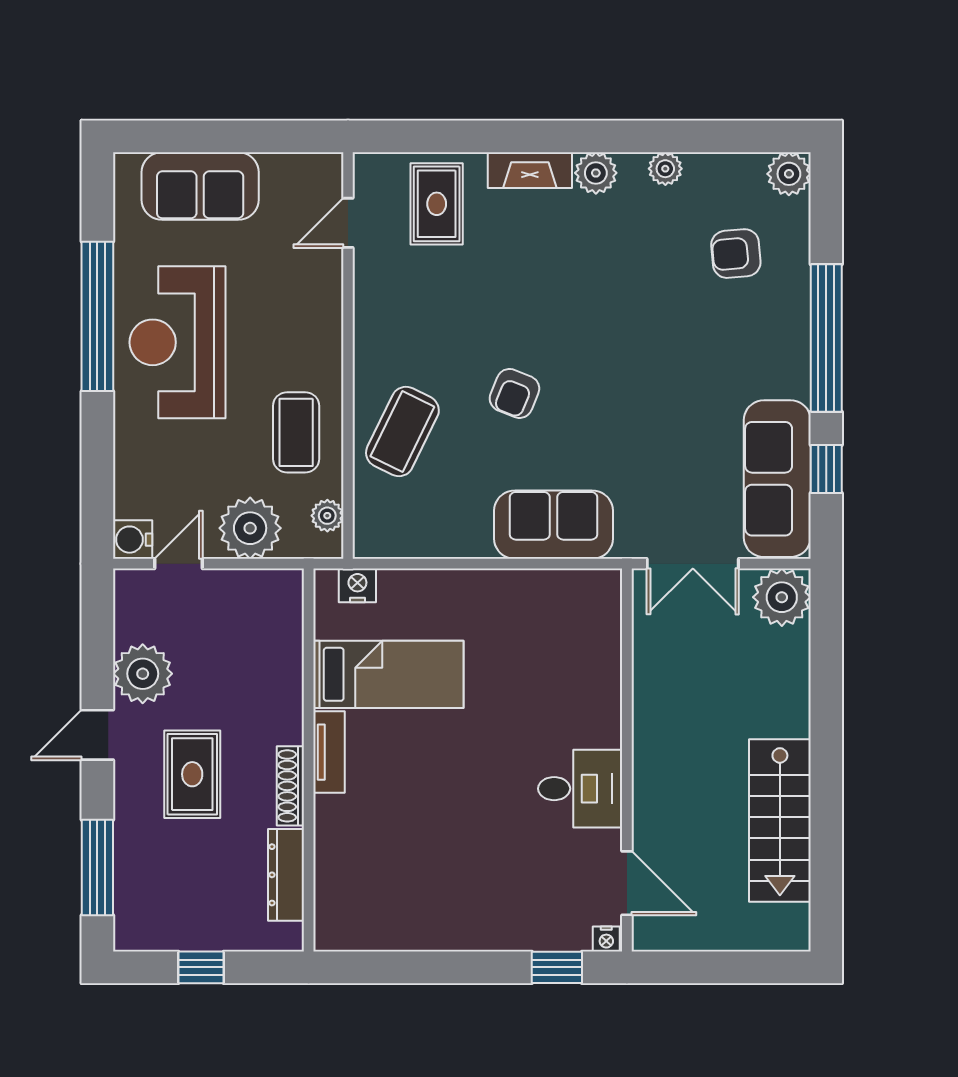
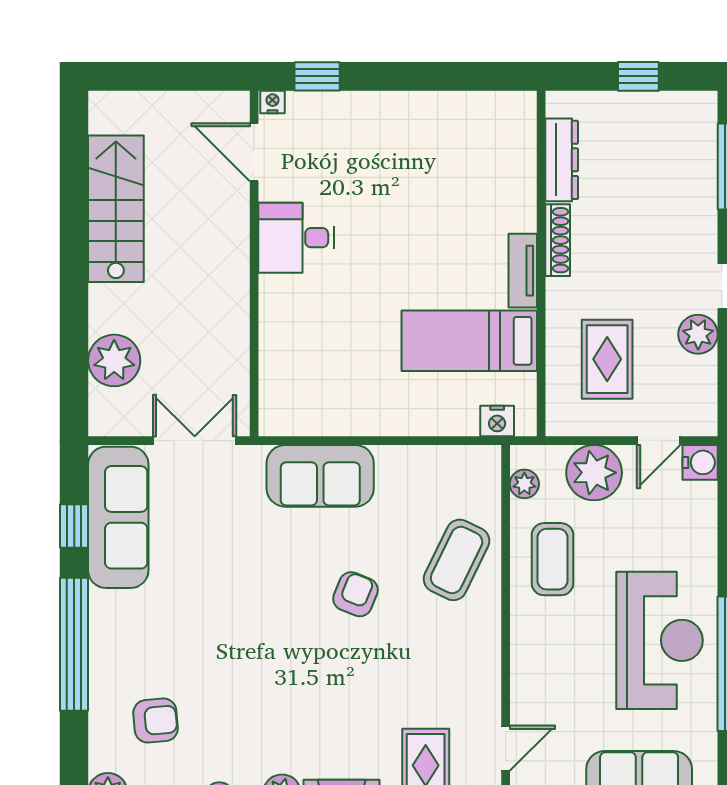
plant: (782, 597) -> (114, 360), moved
plant: (143, 674) -> (698, 334), width x0.73, depth x0.73
rug: (192, 774) -> (607, 359), moved

